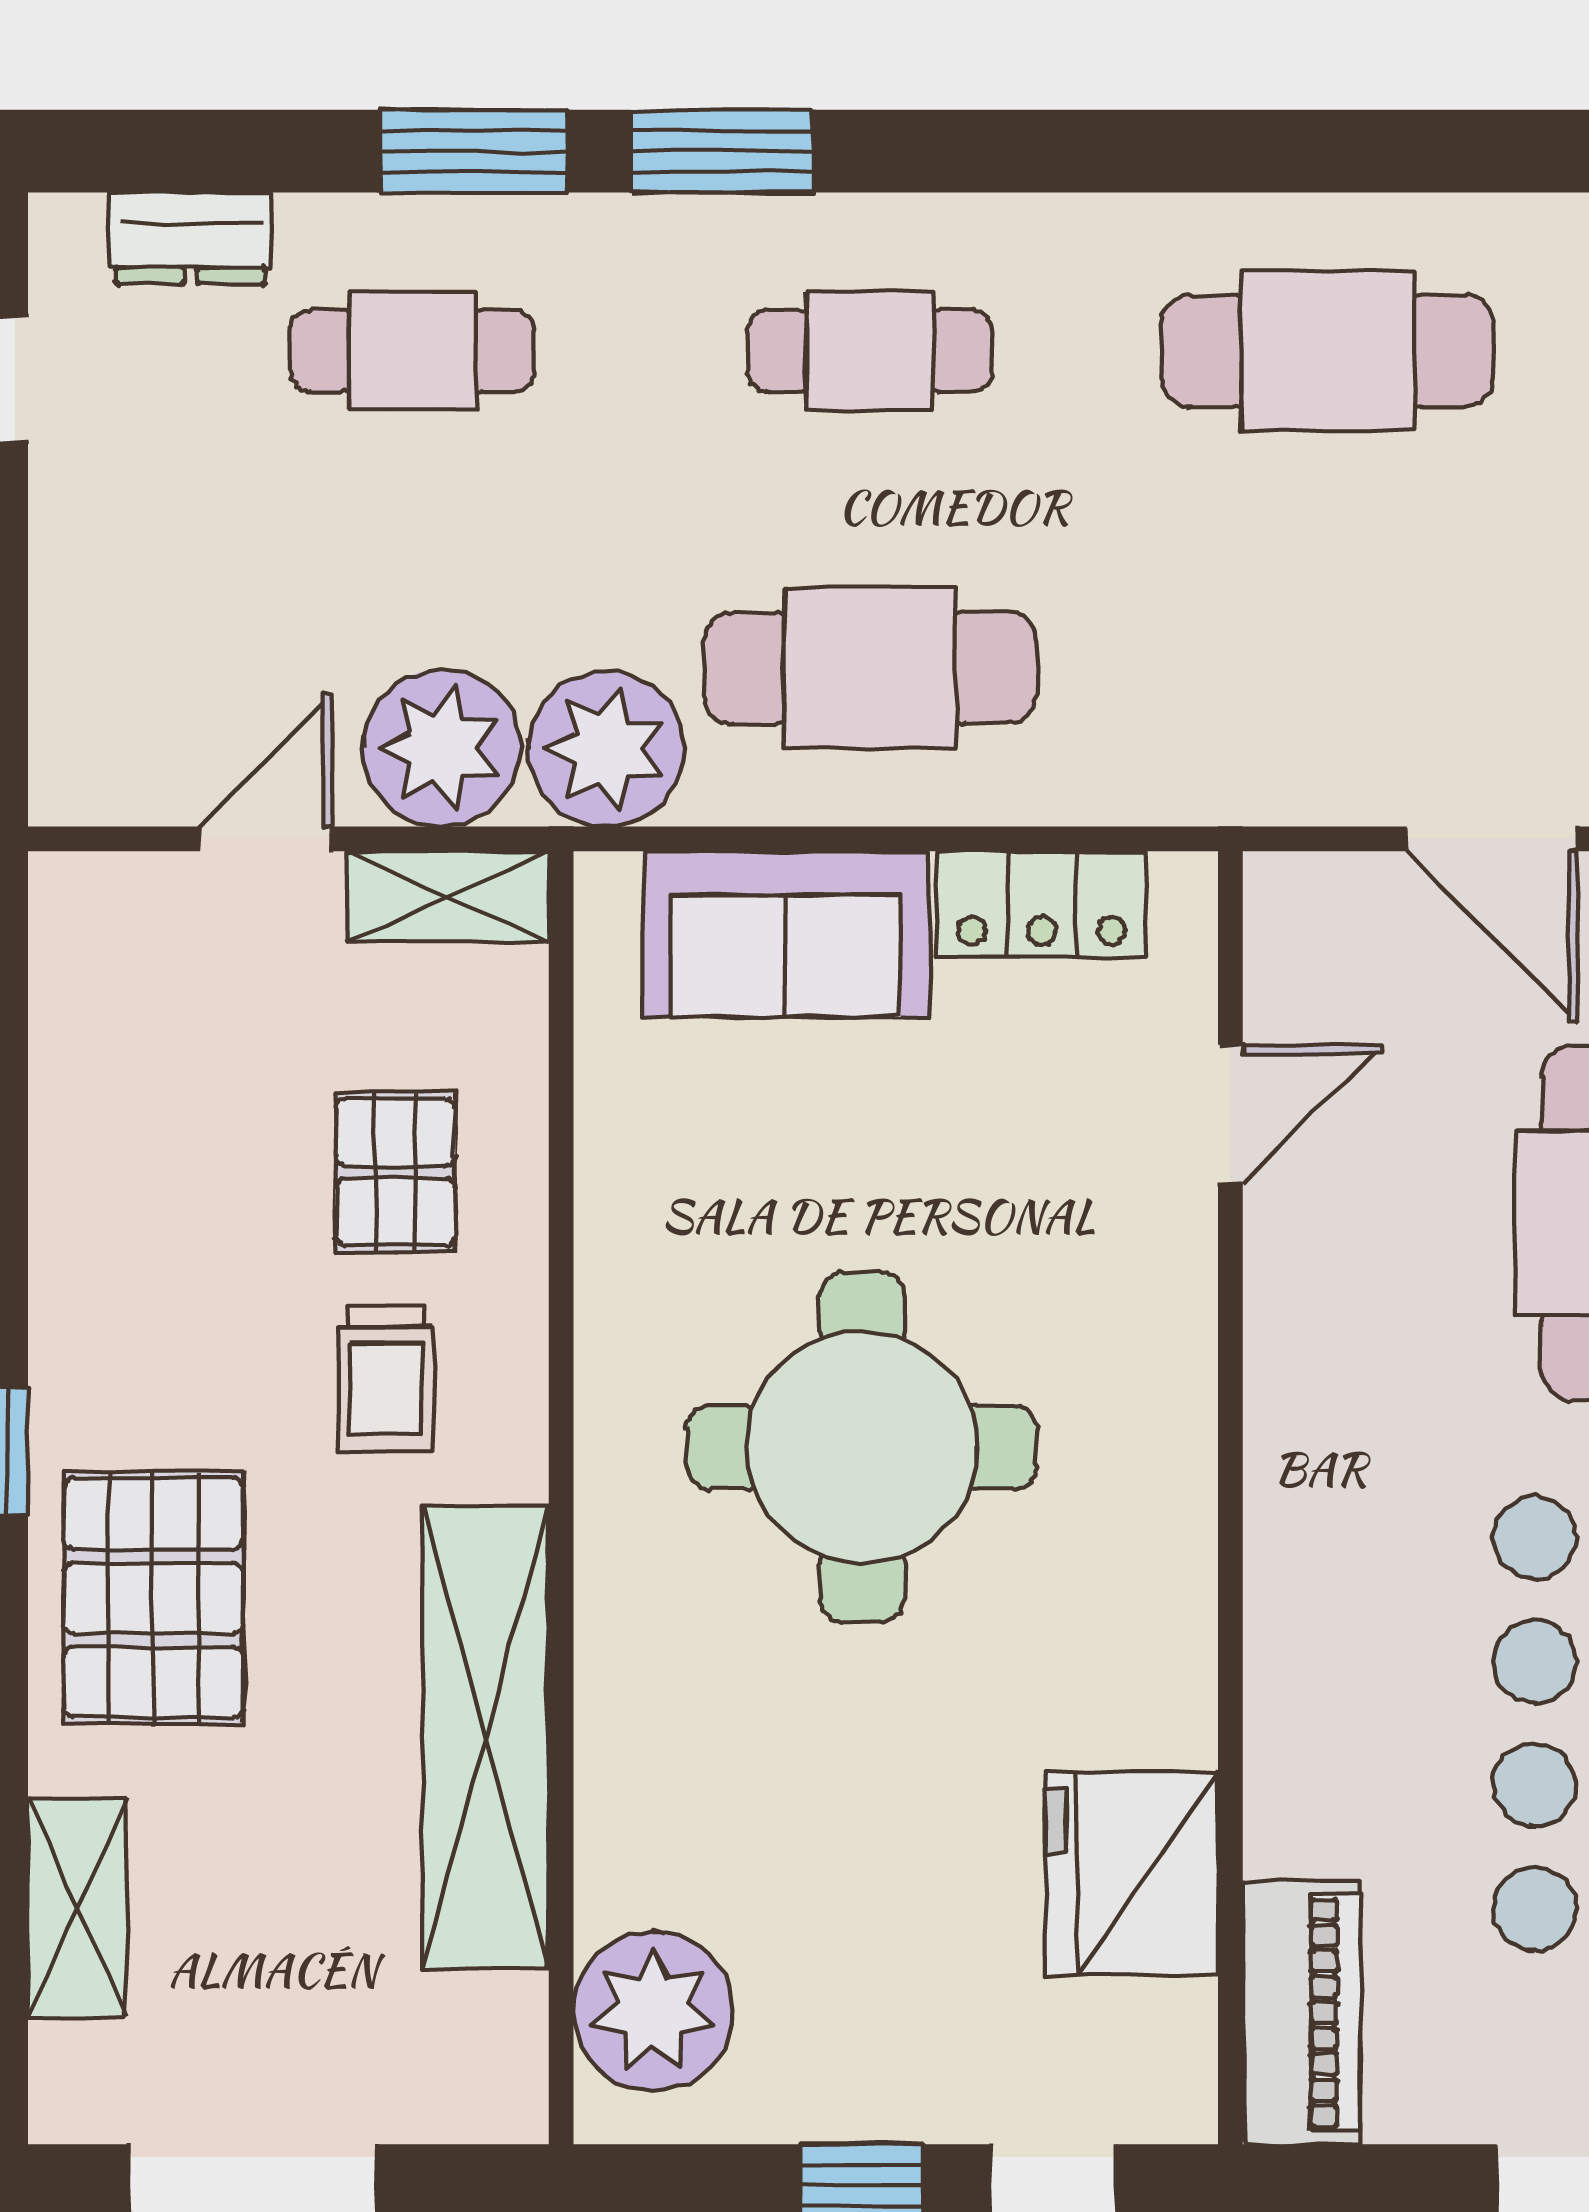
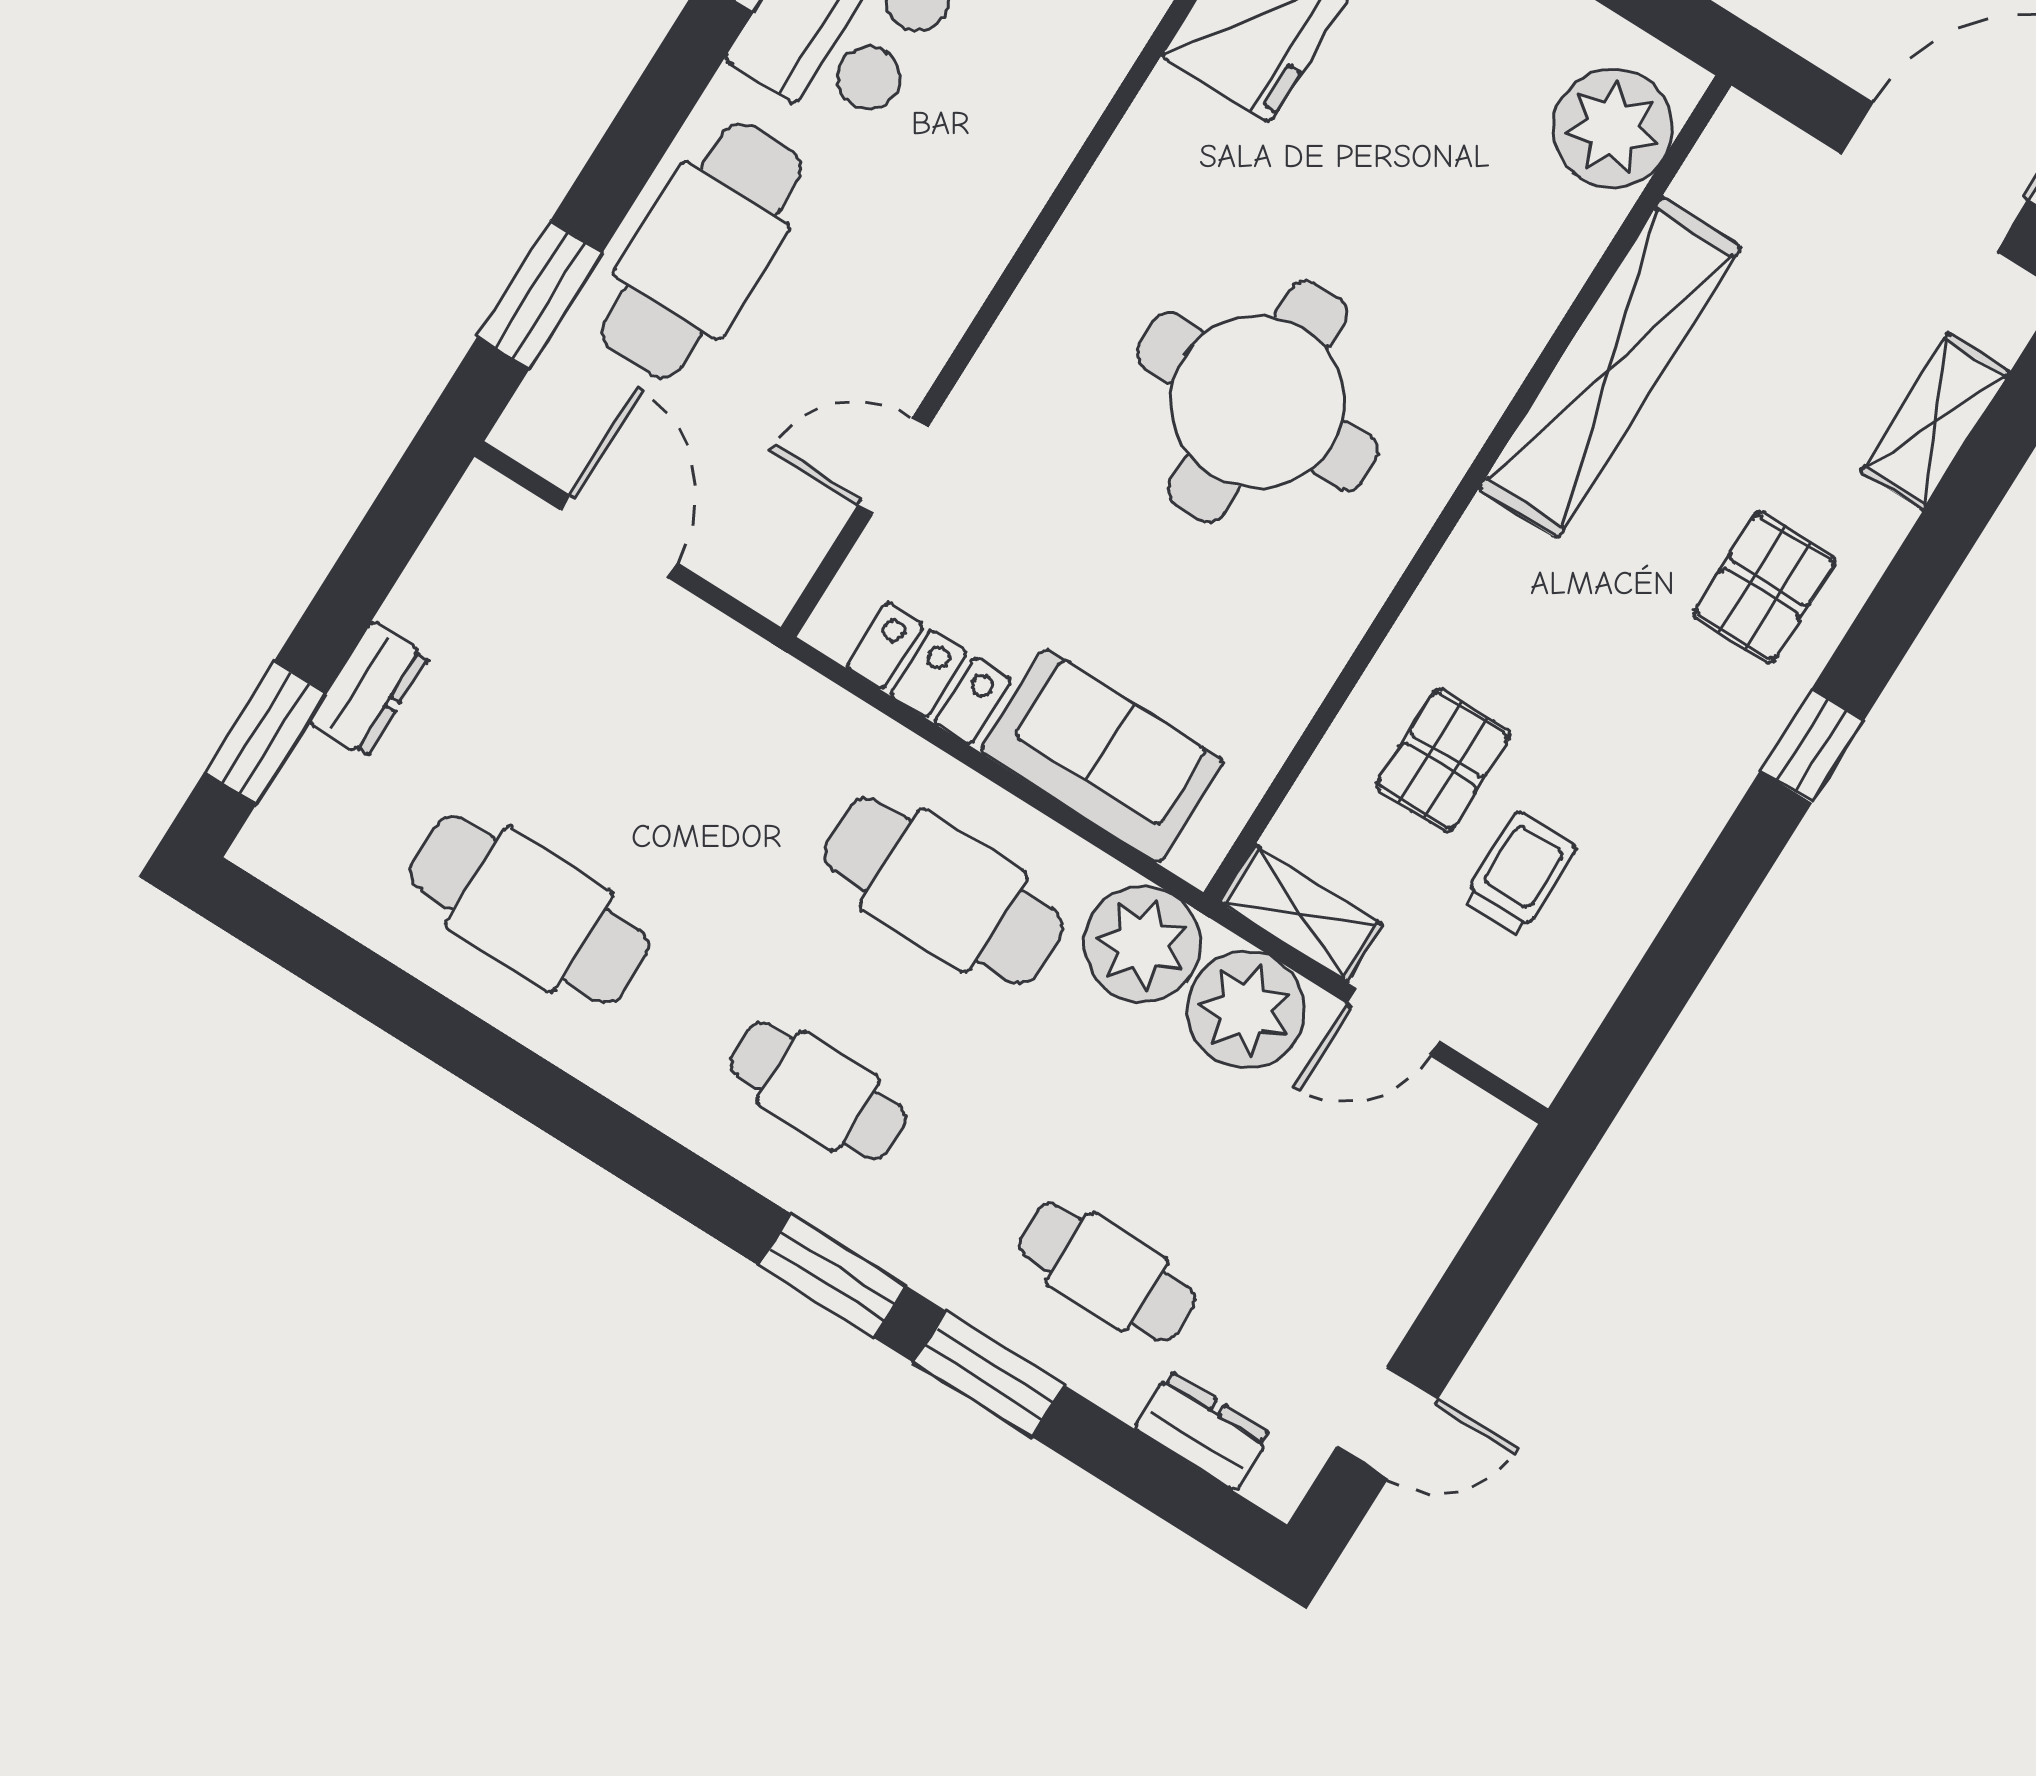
trolley: (386, 1379) -> (1519, 873), moved
pallet: (153, 1598) -> (1764, 587), width x0.67, depth x0.71

